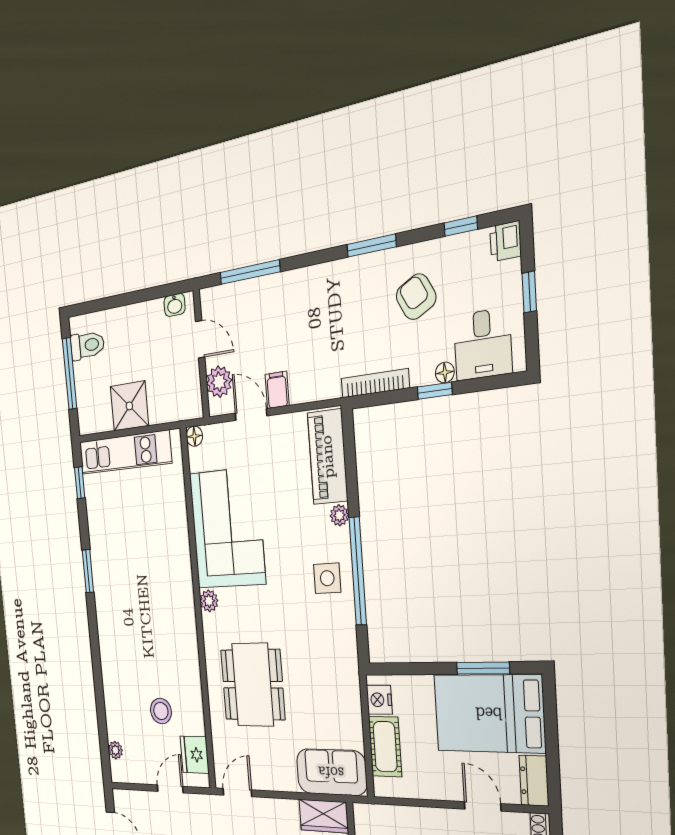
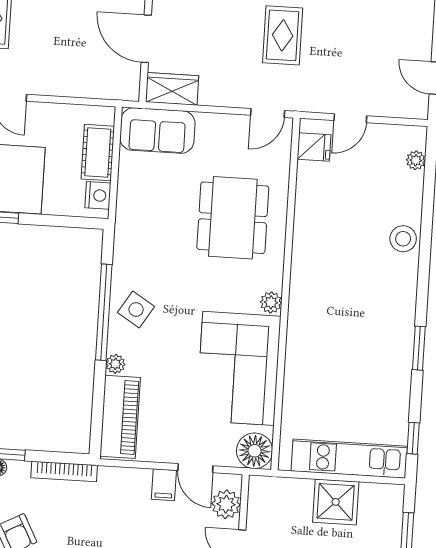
floor lamp: (194, 436) -> (255, 451), width x1.89, depth x1.89
side table: (327, 578) -> (136, 310), turned 32
stool: (161, 711) -> (403, 239), moved
fridge: (195, 755) -> (314, 147), width x0.72

